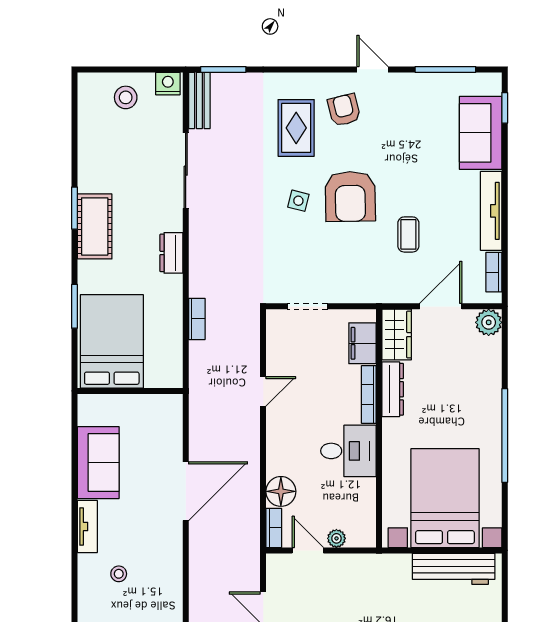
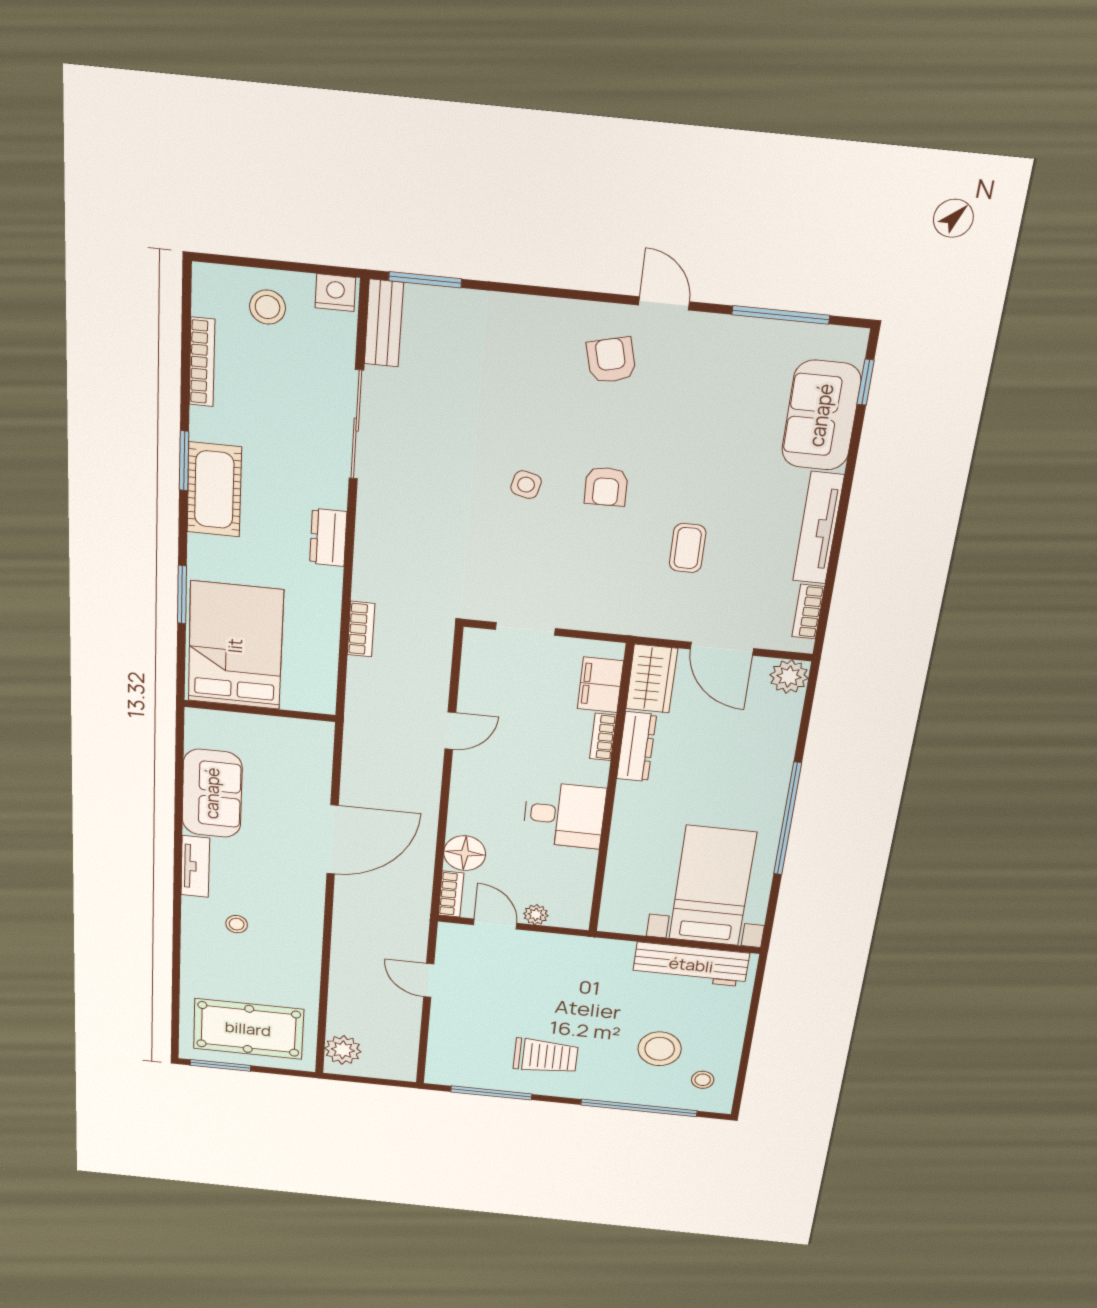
rug: (296, 128) -> (533, 379), removed
bookcase: (85, 138) -> (202, 362), added
armchair: (350, 196) -> (606, 486), width x0.53, depth x0.53
door: (441, 306) -> (722, 649), swing flipped
bookcase: (369, 394) -> (603, 737), width x0.64
bed with nightstands: (445, 498) -> (712, 886), width x0.73

